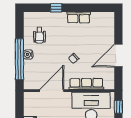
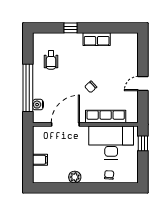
water cooler: (28, 55) -> (38, 105), moved
door: (118, 56) -> (143, 84), width x0.53

